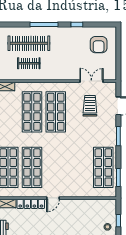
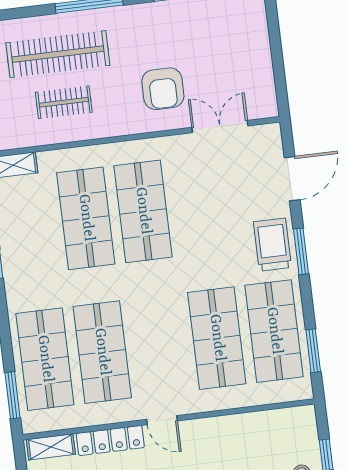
armchair: (99, 45) -> (163, 89), moved
trolley: (90, 106) -> (272, 245), moved
shop shelf: (80, 167) -> (217, 338), added
door: (53, 198) -> (162, 420), hinge flipped

